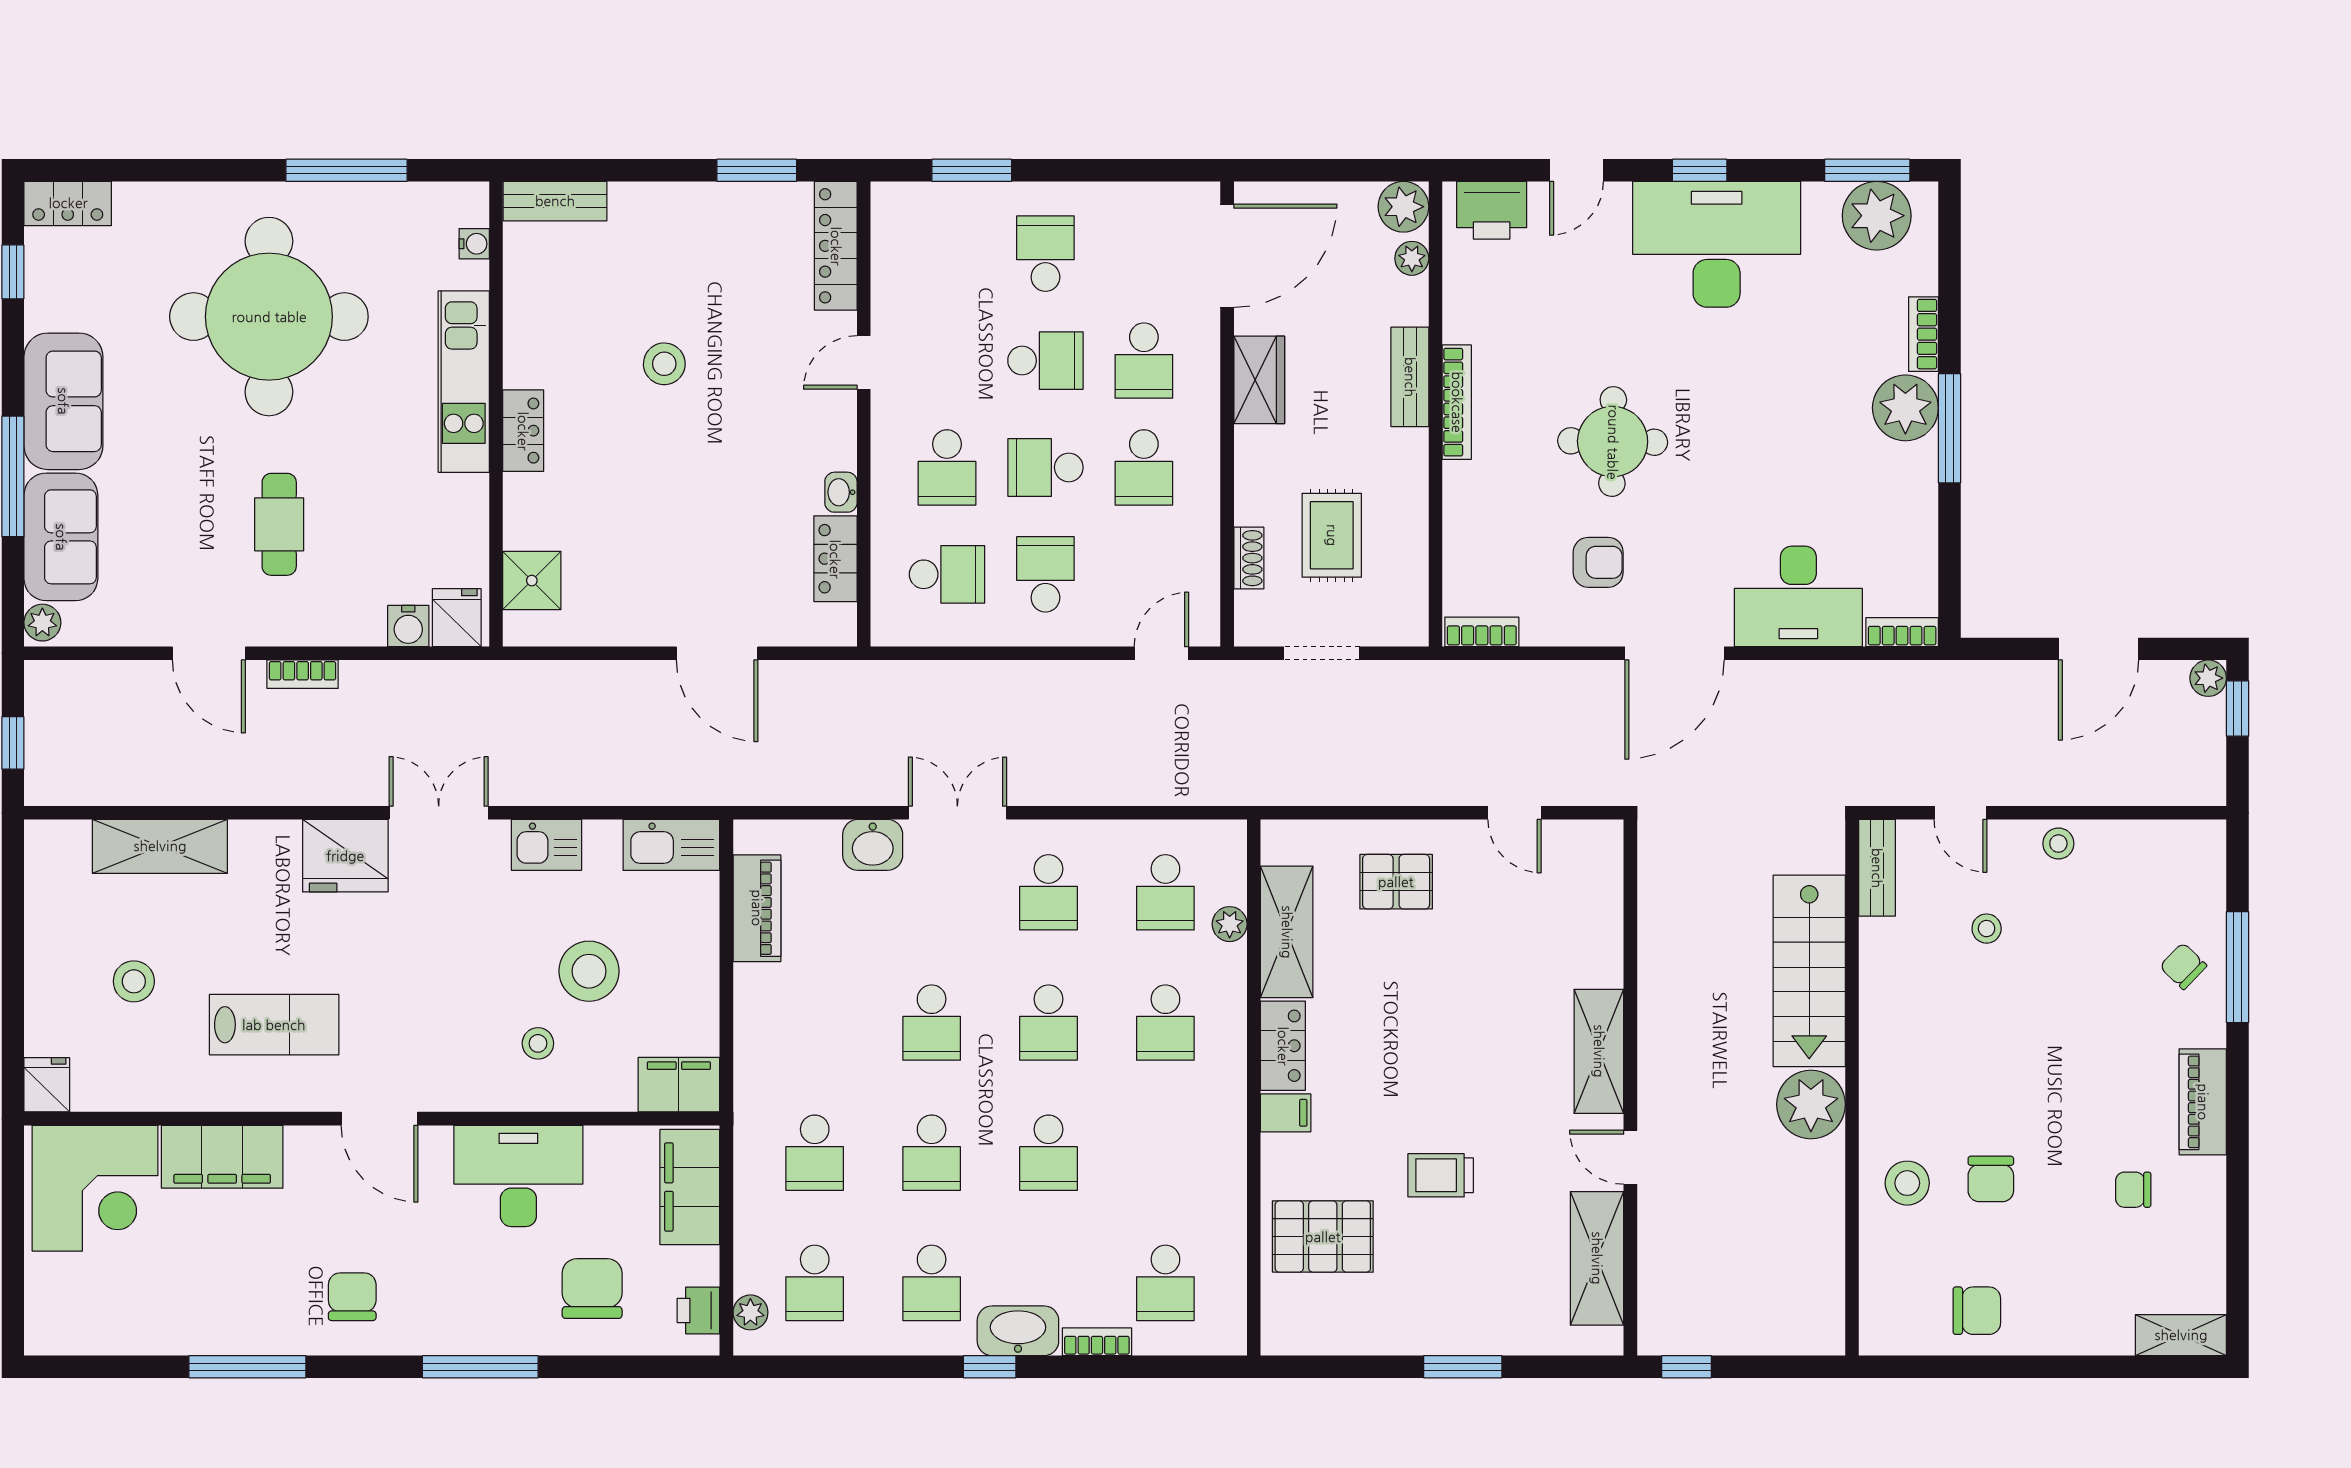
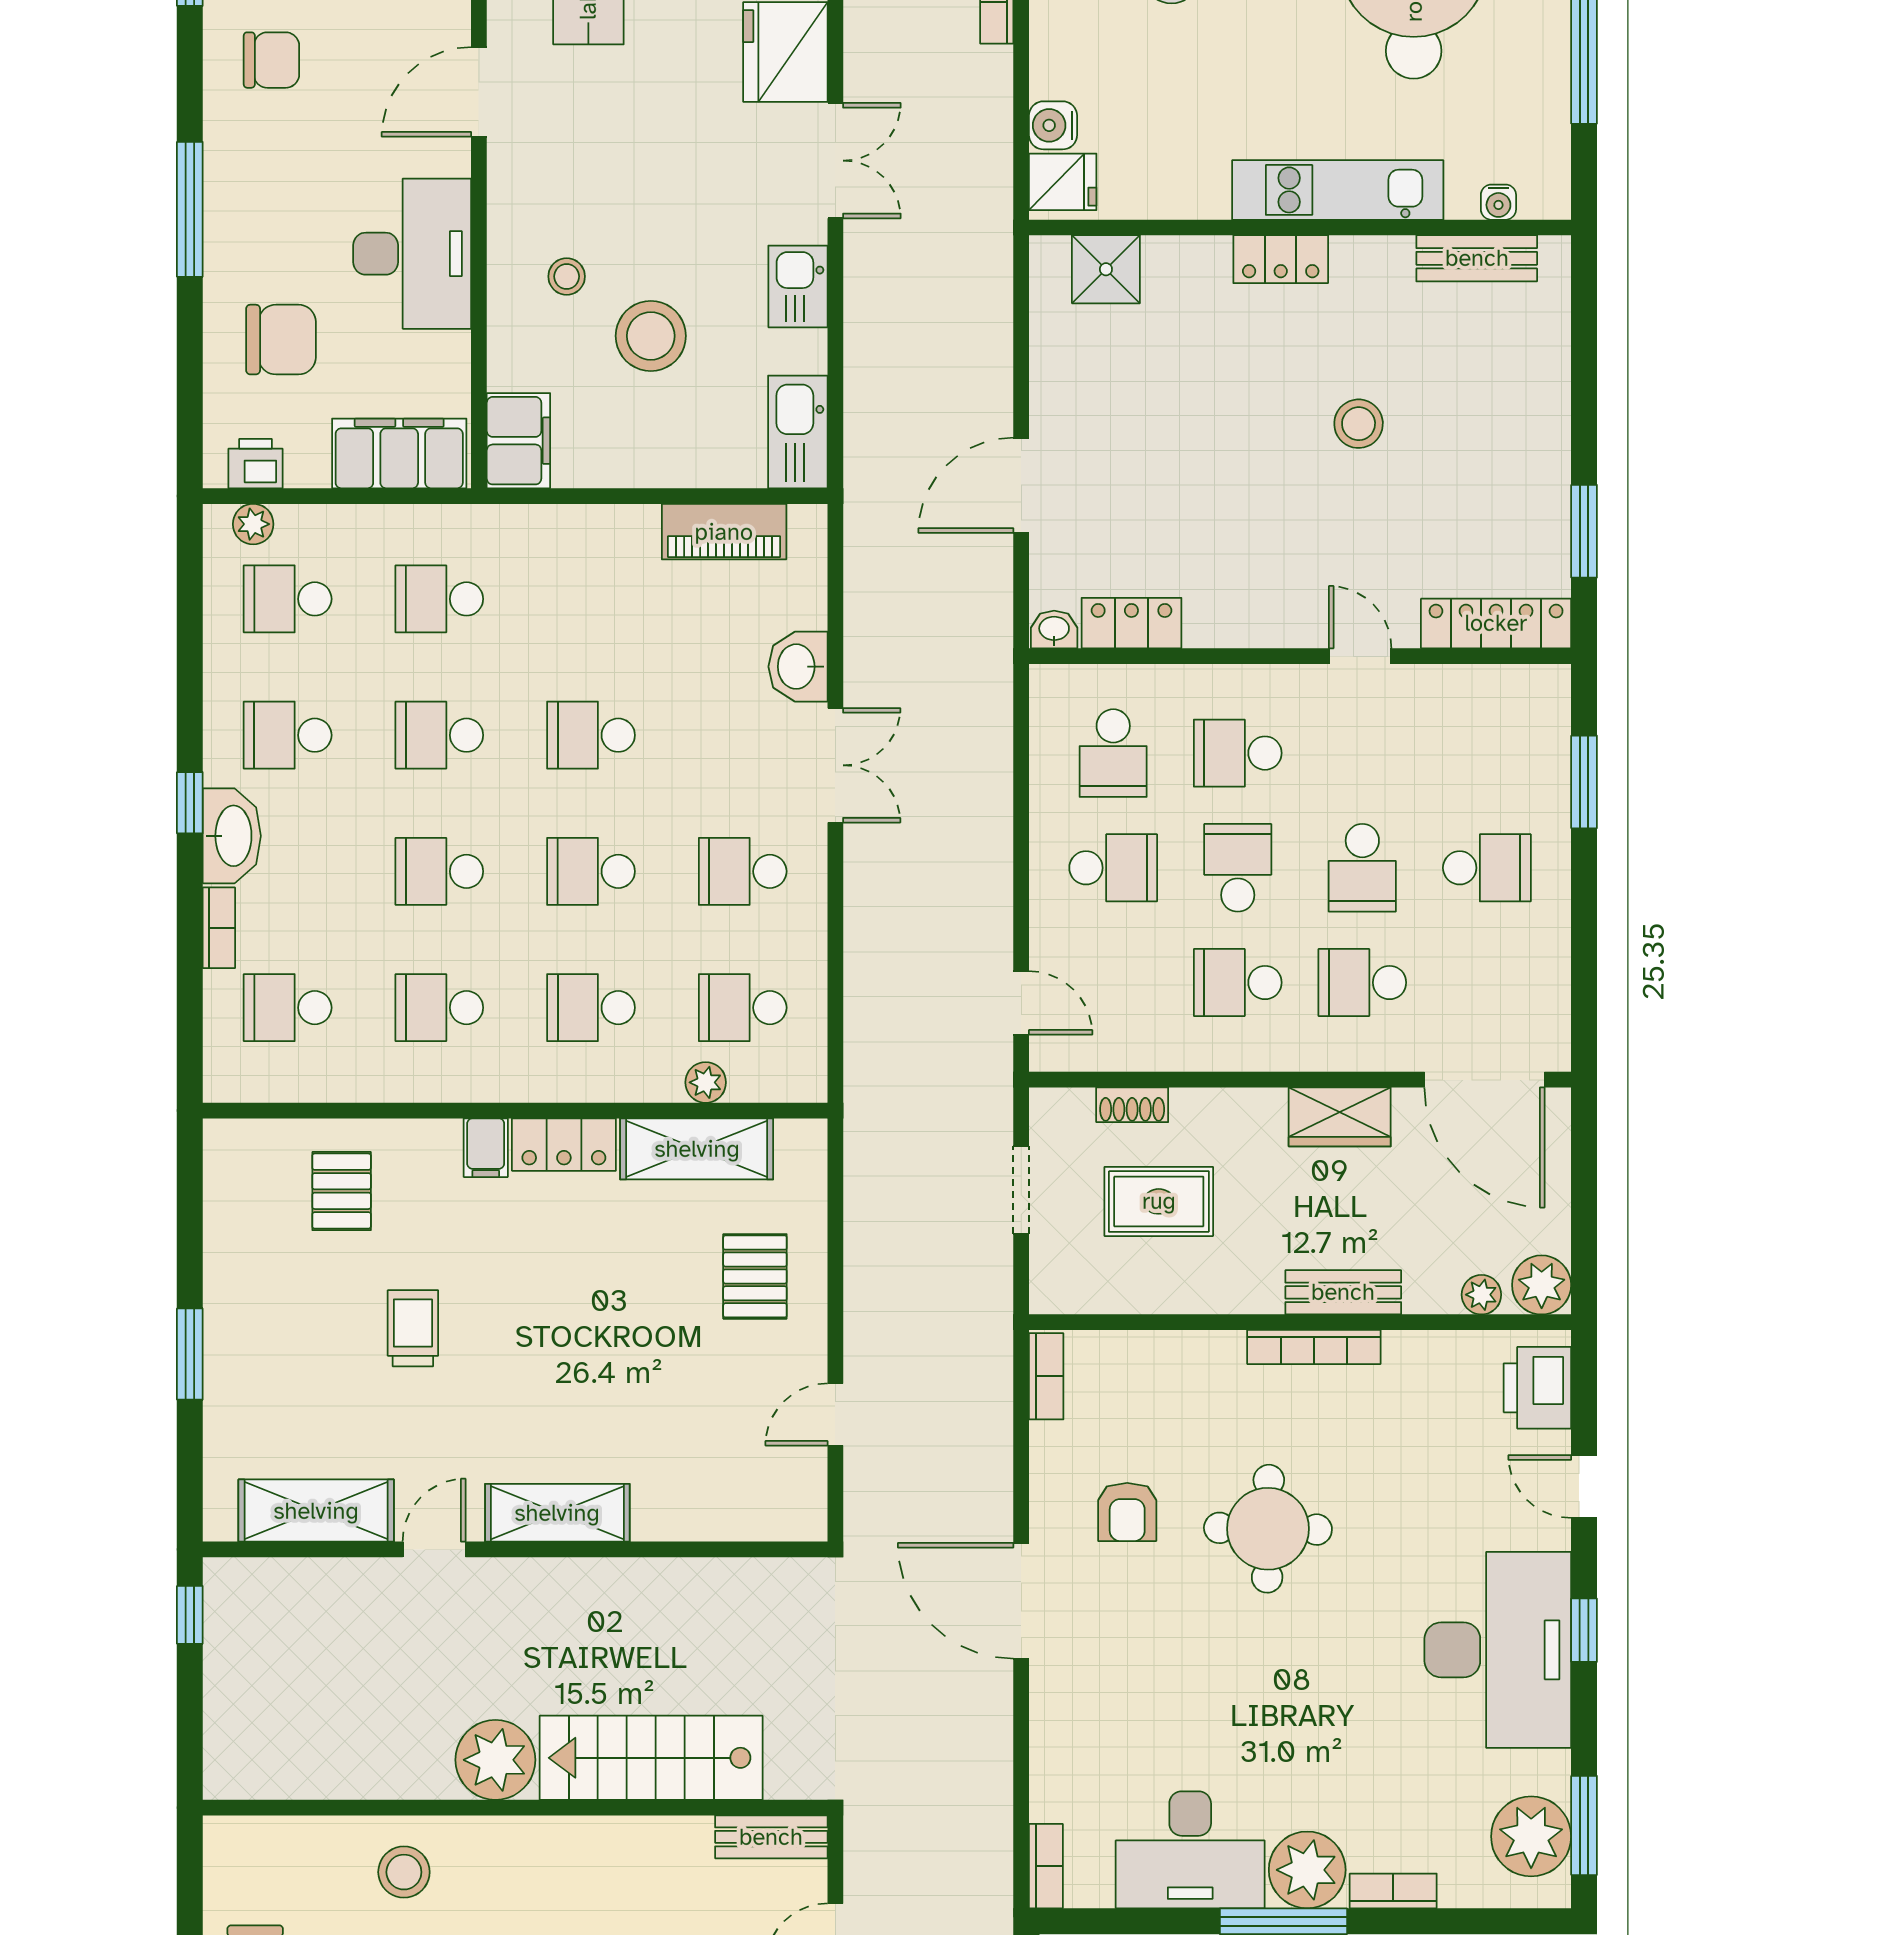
bench: (555, 201) -> (1477, 258), moved, turned 90
washbasin: (841, 492) -> (1054, 630), moved
desk: (1798, 596) -> (1190, 1850), moved, turned -90
school desk: (1165, 1153) -> (439, 1008), added
pallet: (1323, 1237) -> (342, 1191), width x0.67, depth x0.71

